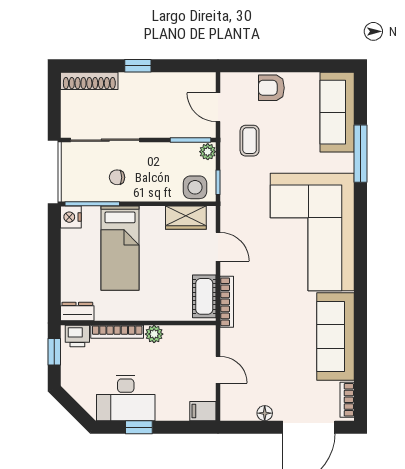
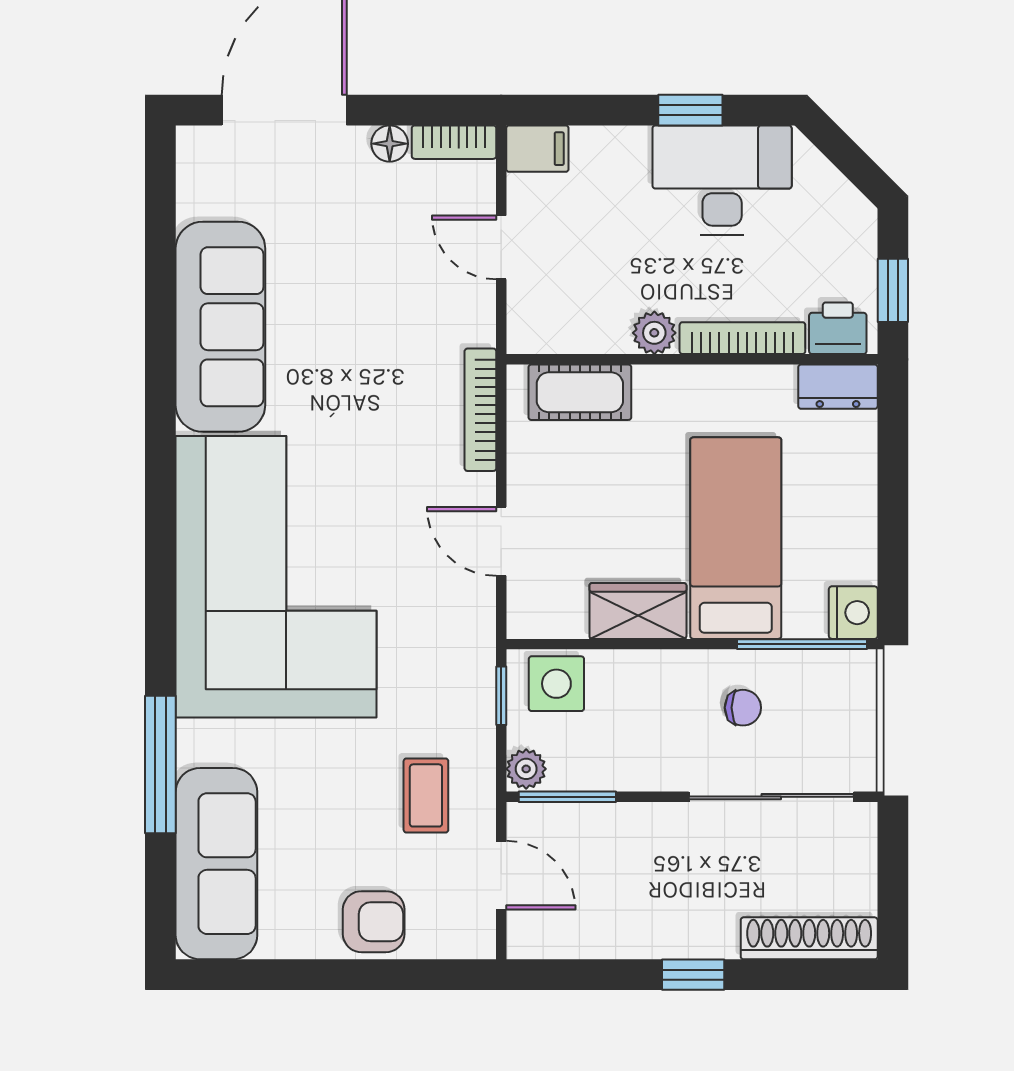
wardrobe: (186, 218) -> (638, 611), moved
cot: (204, 296) -> (580, 392), moved, turned 90
bookcase: (347, 400) -> (454, 142), moved, turned 90

